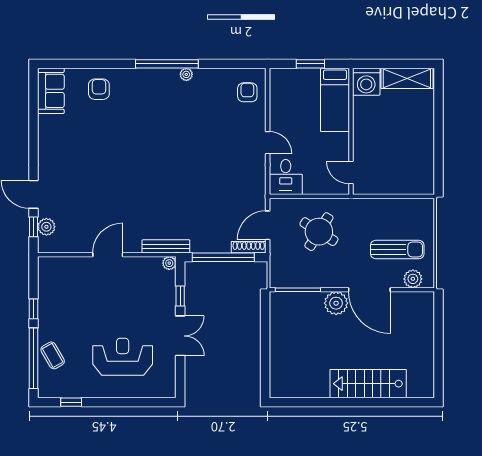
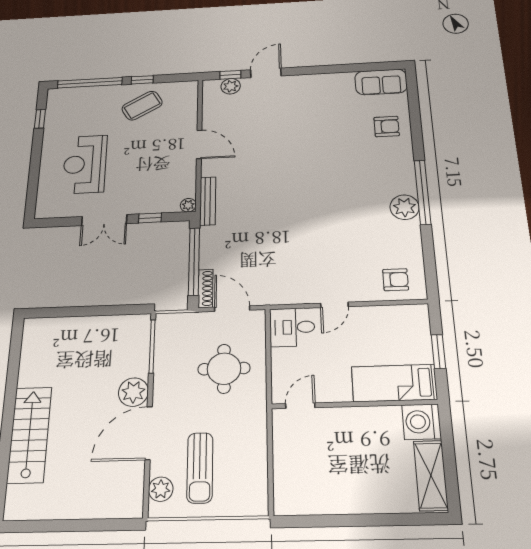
plant: (186, 74) -> (405, 207), width x1.87, depth x1.87
round table: (319, 232) -> (224, 369), turned -32
coffee table: (53, 355) -> (142, 106), moved, width x1.36, depth x1.30
reception desk: (123, 357) -> (85, 164), turned 180

